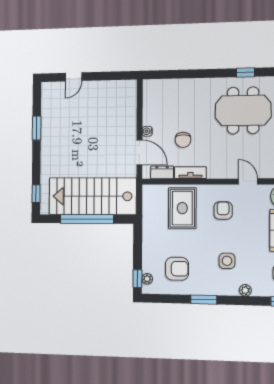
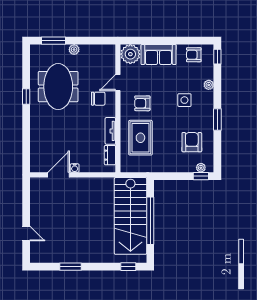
window: (245, 72) -> (26, 97), moved
chair: (183, 140) -> (98, 99), moved
door: (139, 152) -> (59, 175), moved
rug: (182, 208) -> (140, 138), turned 90

